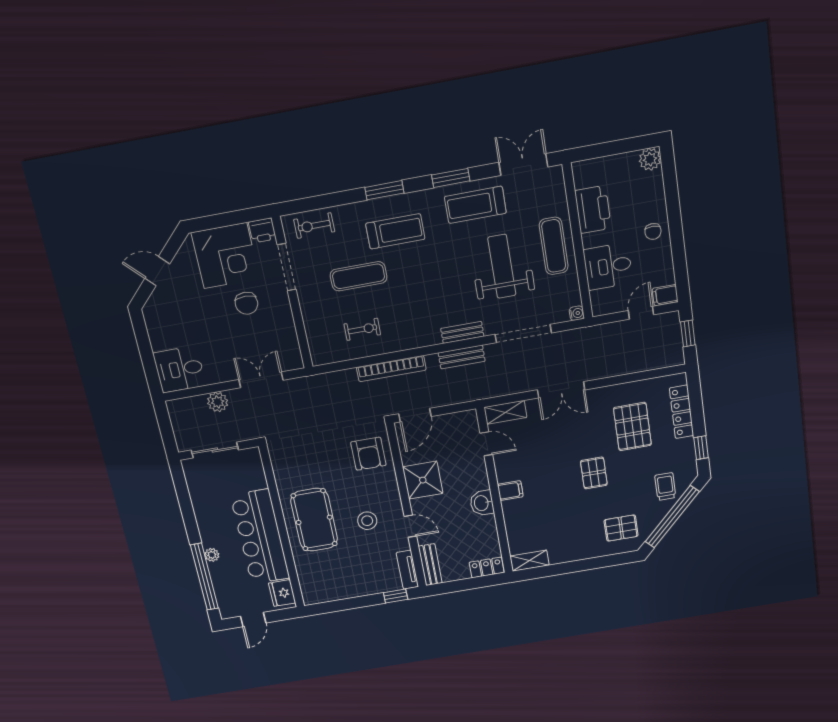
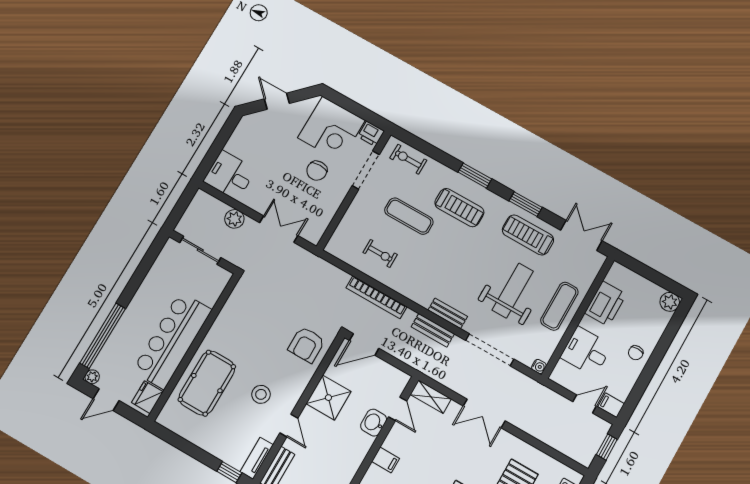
washbasin: (482, 503) -> (374, 423), moved
pool table: (314, 520) -> (207, 383), moved
plant: (212, 555) -> (92, 377), moved

